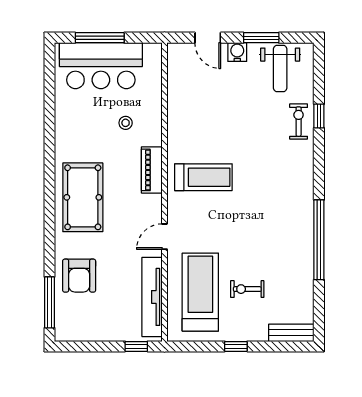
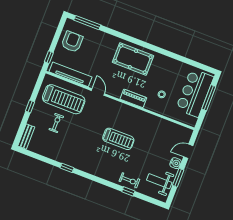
treadmill: (203, 177) -> (118, 139), moved, turned -90
window: (319, 240) -> (67, 168), width x0.32
armchair: (79, 276) -> (72, 42), moved, turned 90

